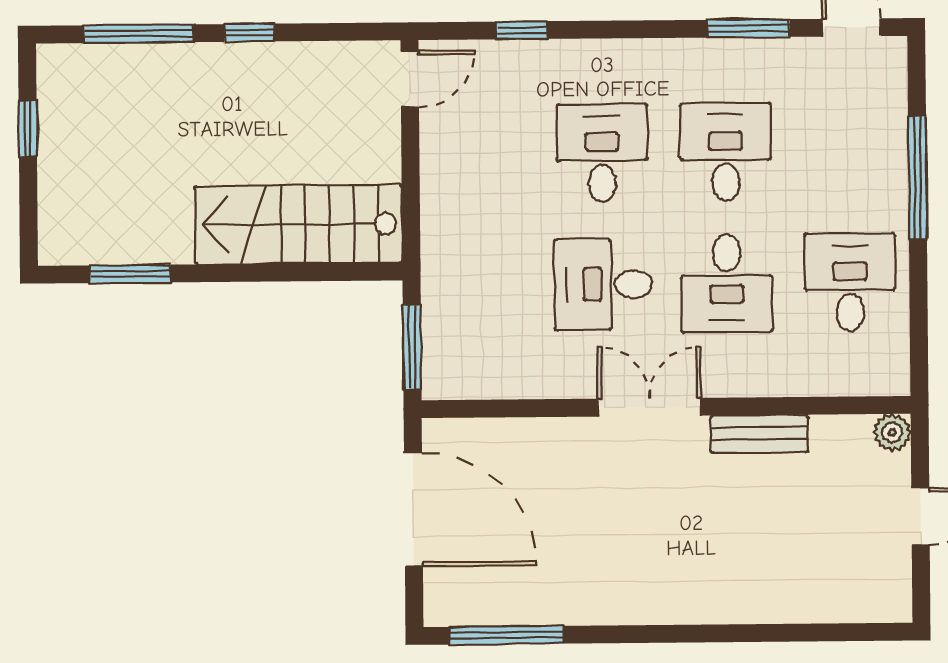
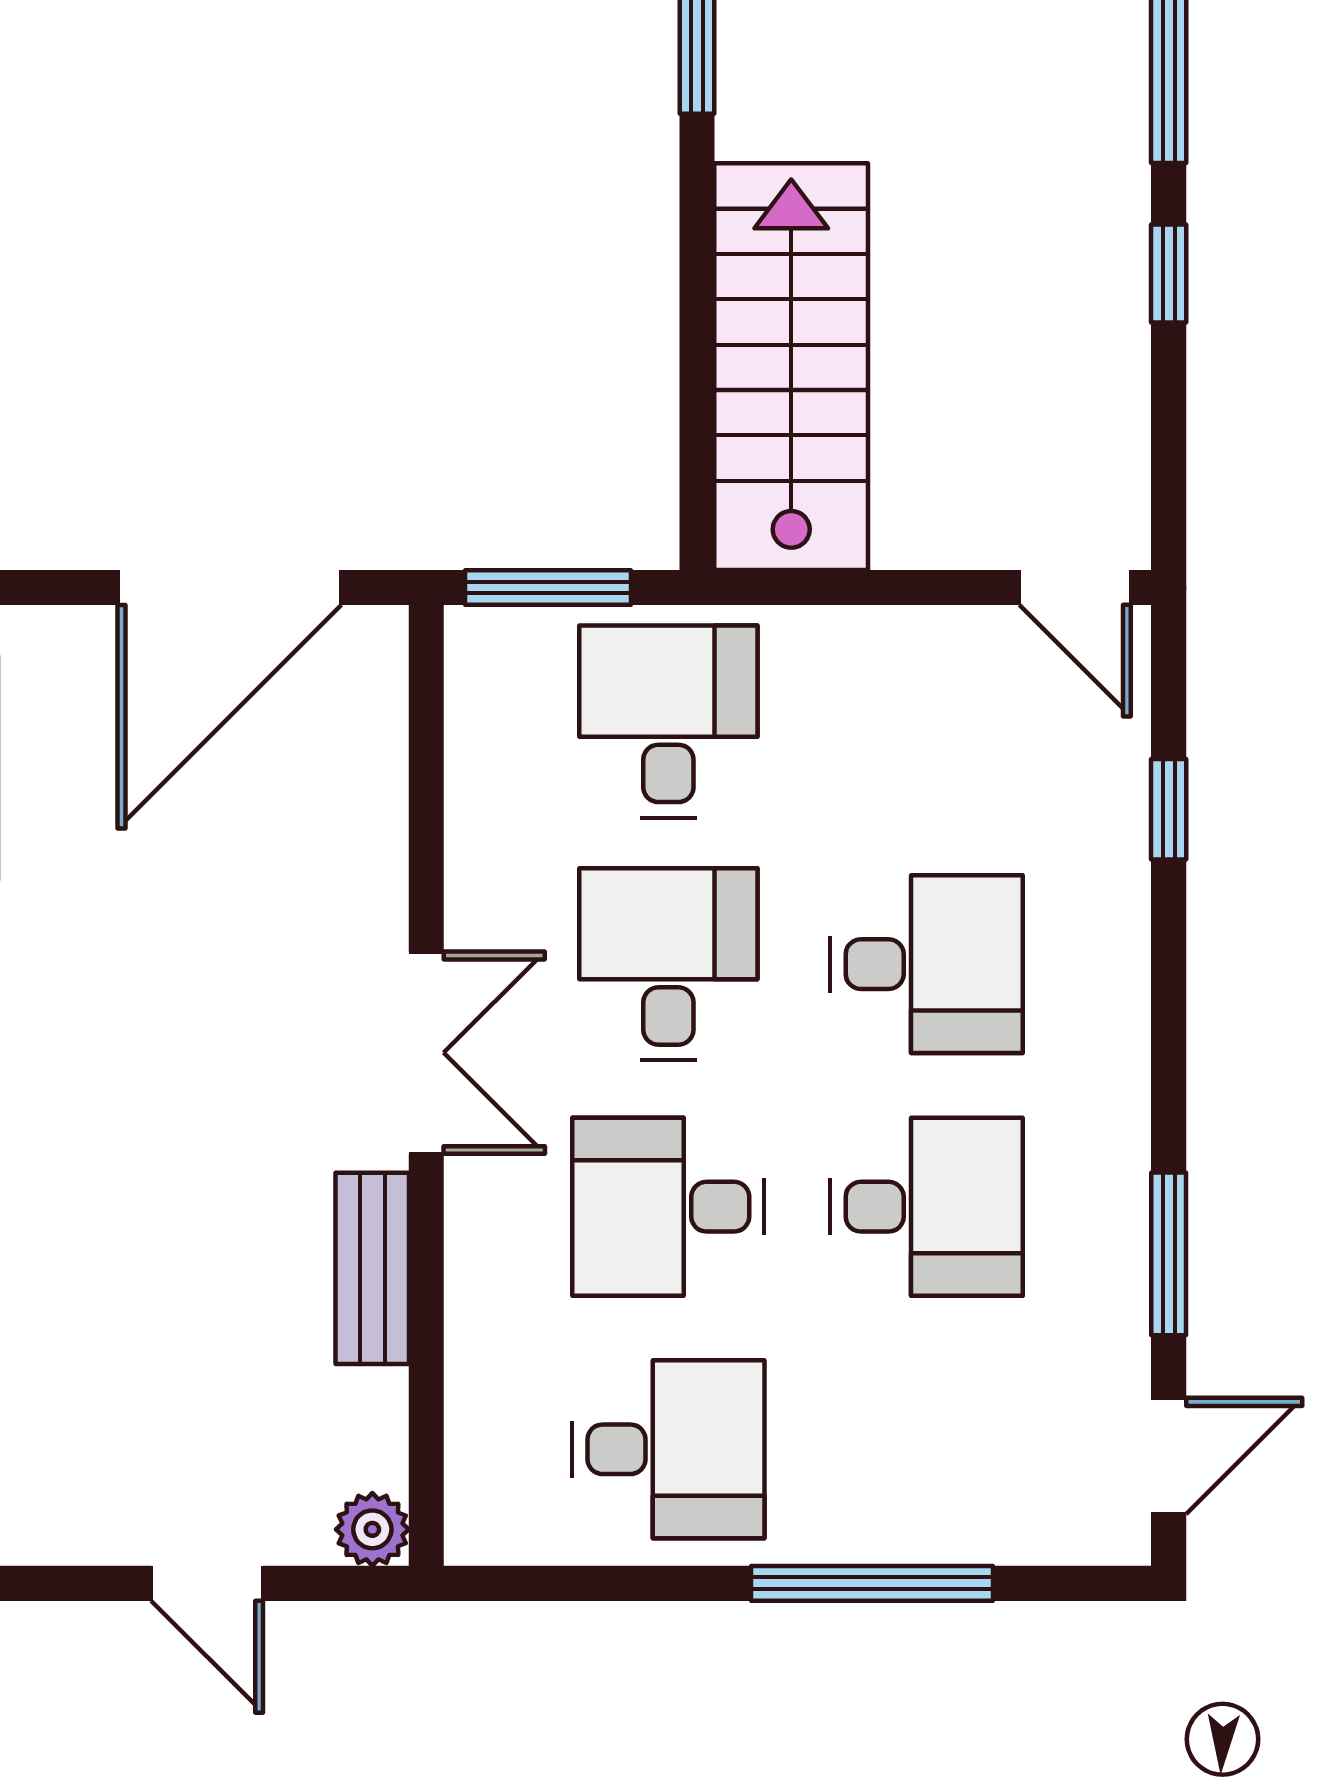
desk: (480, 285) -> (668, 722), added

